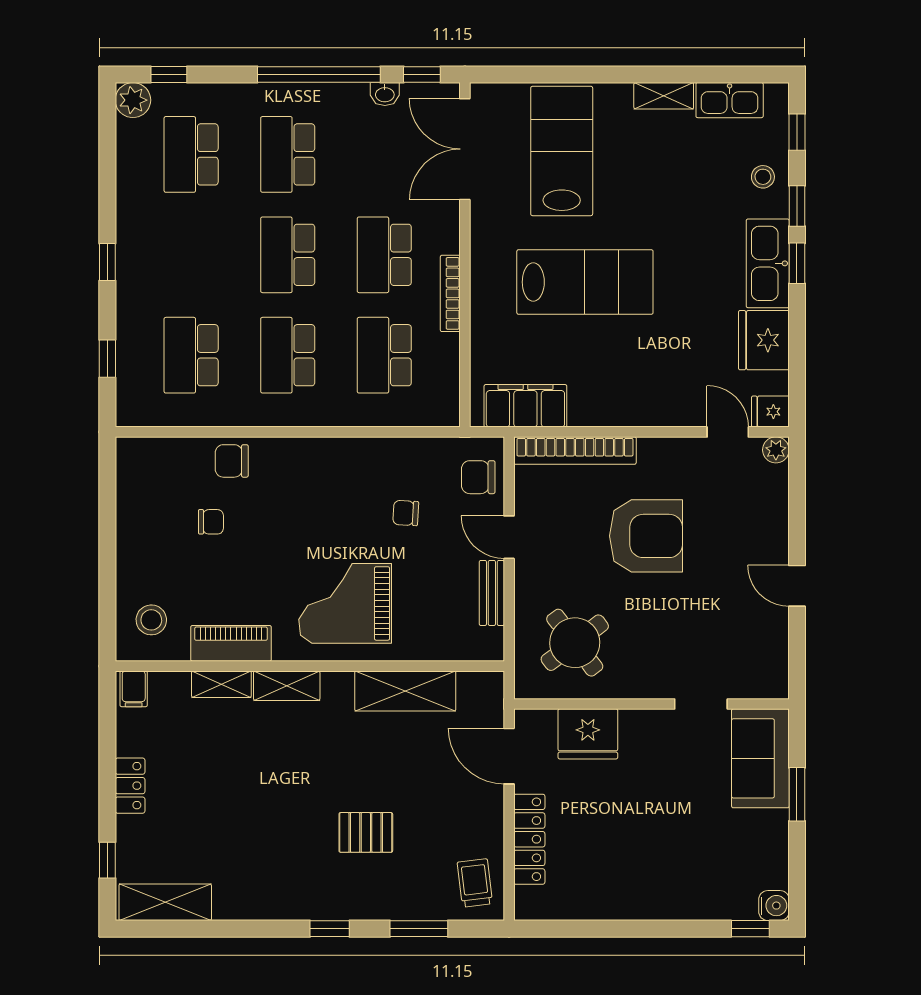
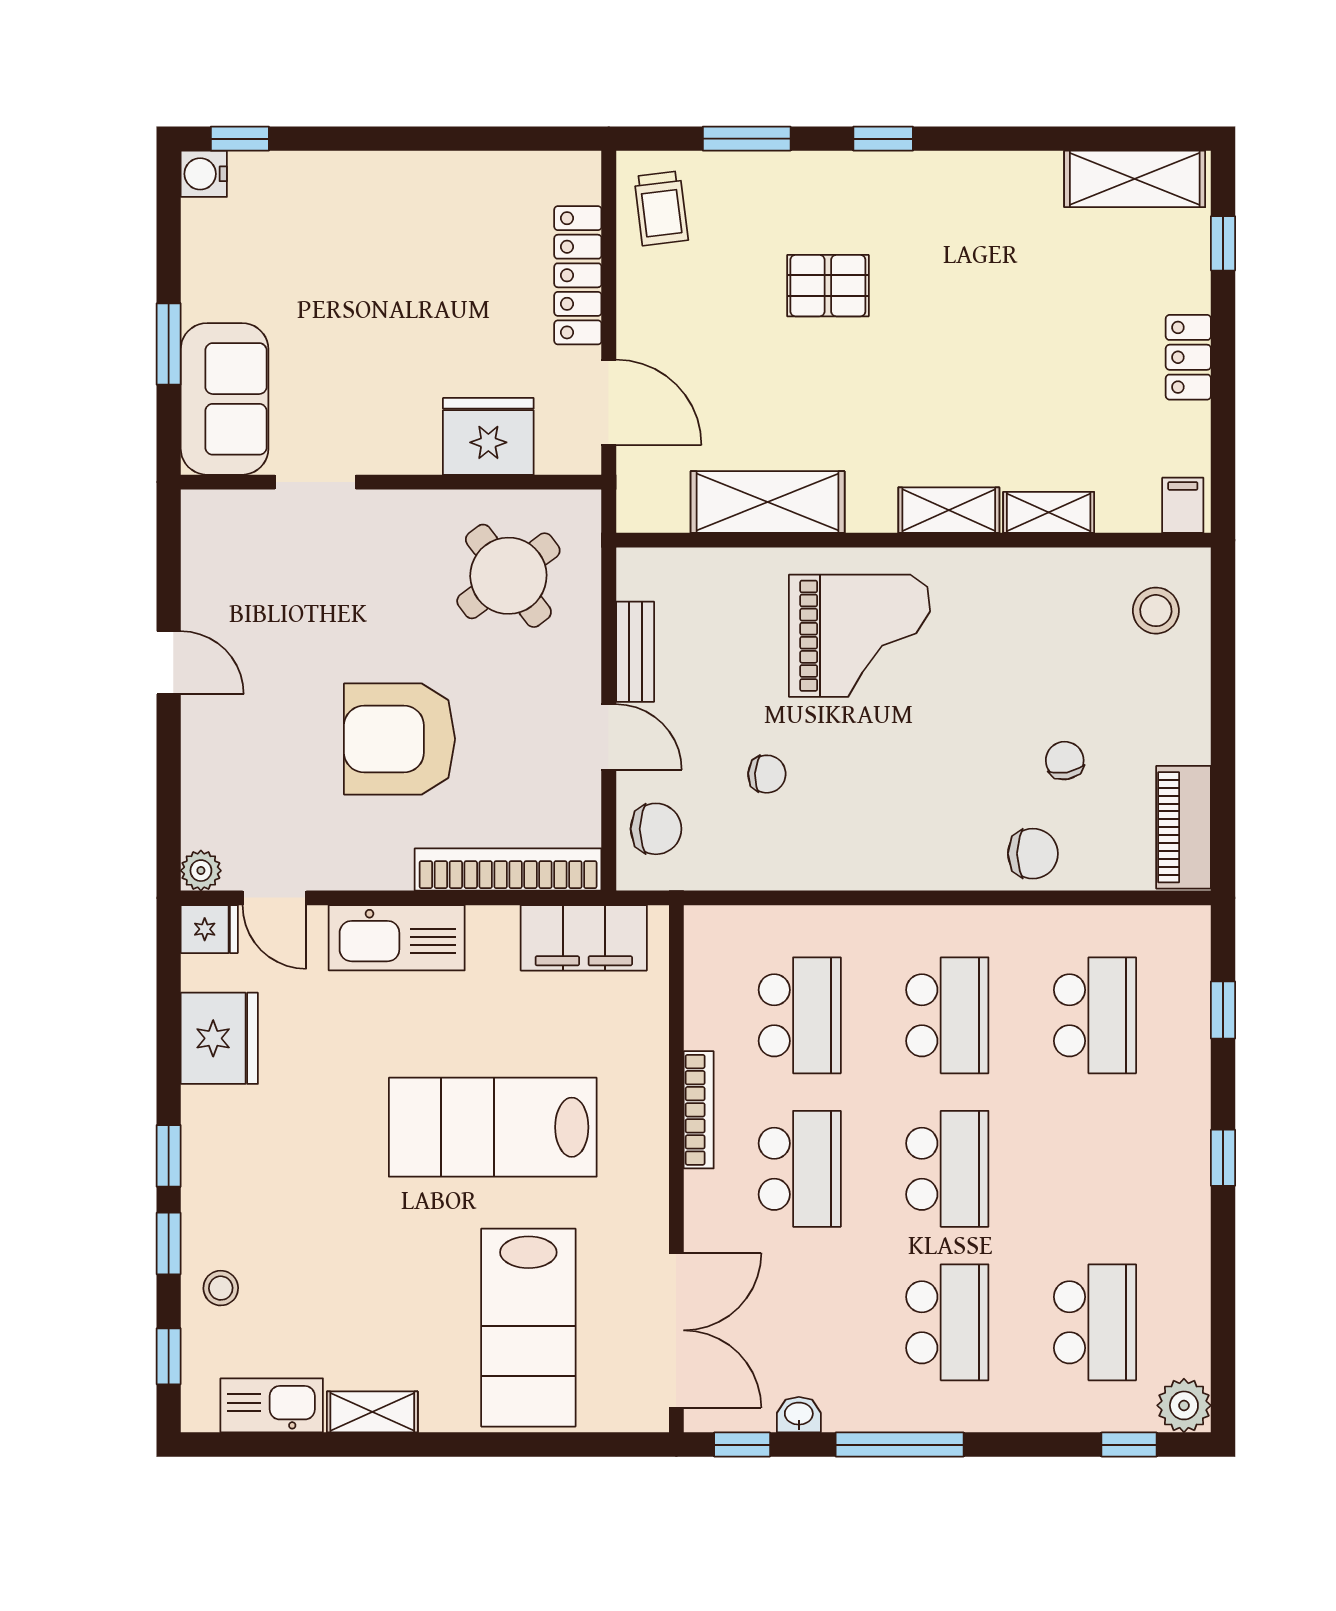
window: (319, 74) -> (900, 1445), width x0.68
kitchen sink: (768, 263) -> (397, 938), moved, turned 90
chair: (211, 522) -> (1065, 761), turned 80
piano: (231, 643) -> (1183, 827), moved, turned 90

